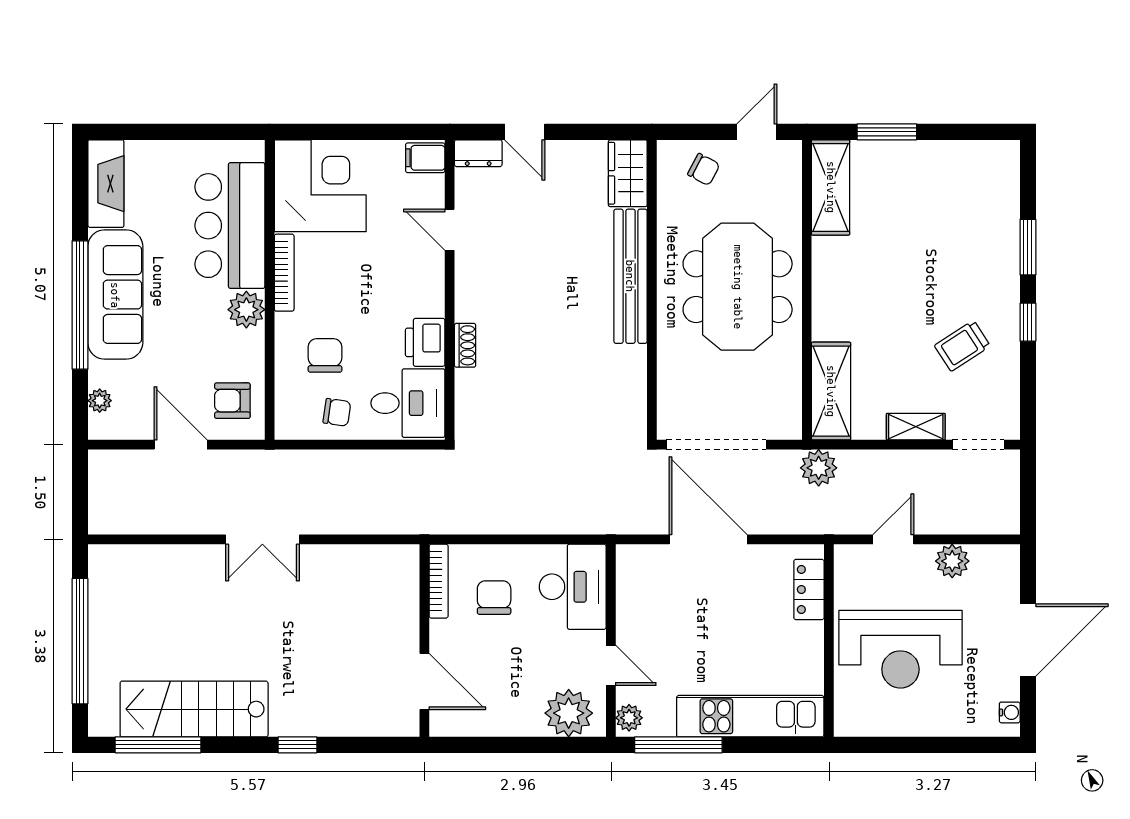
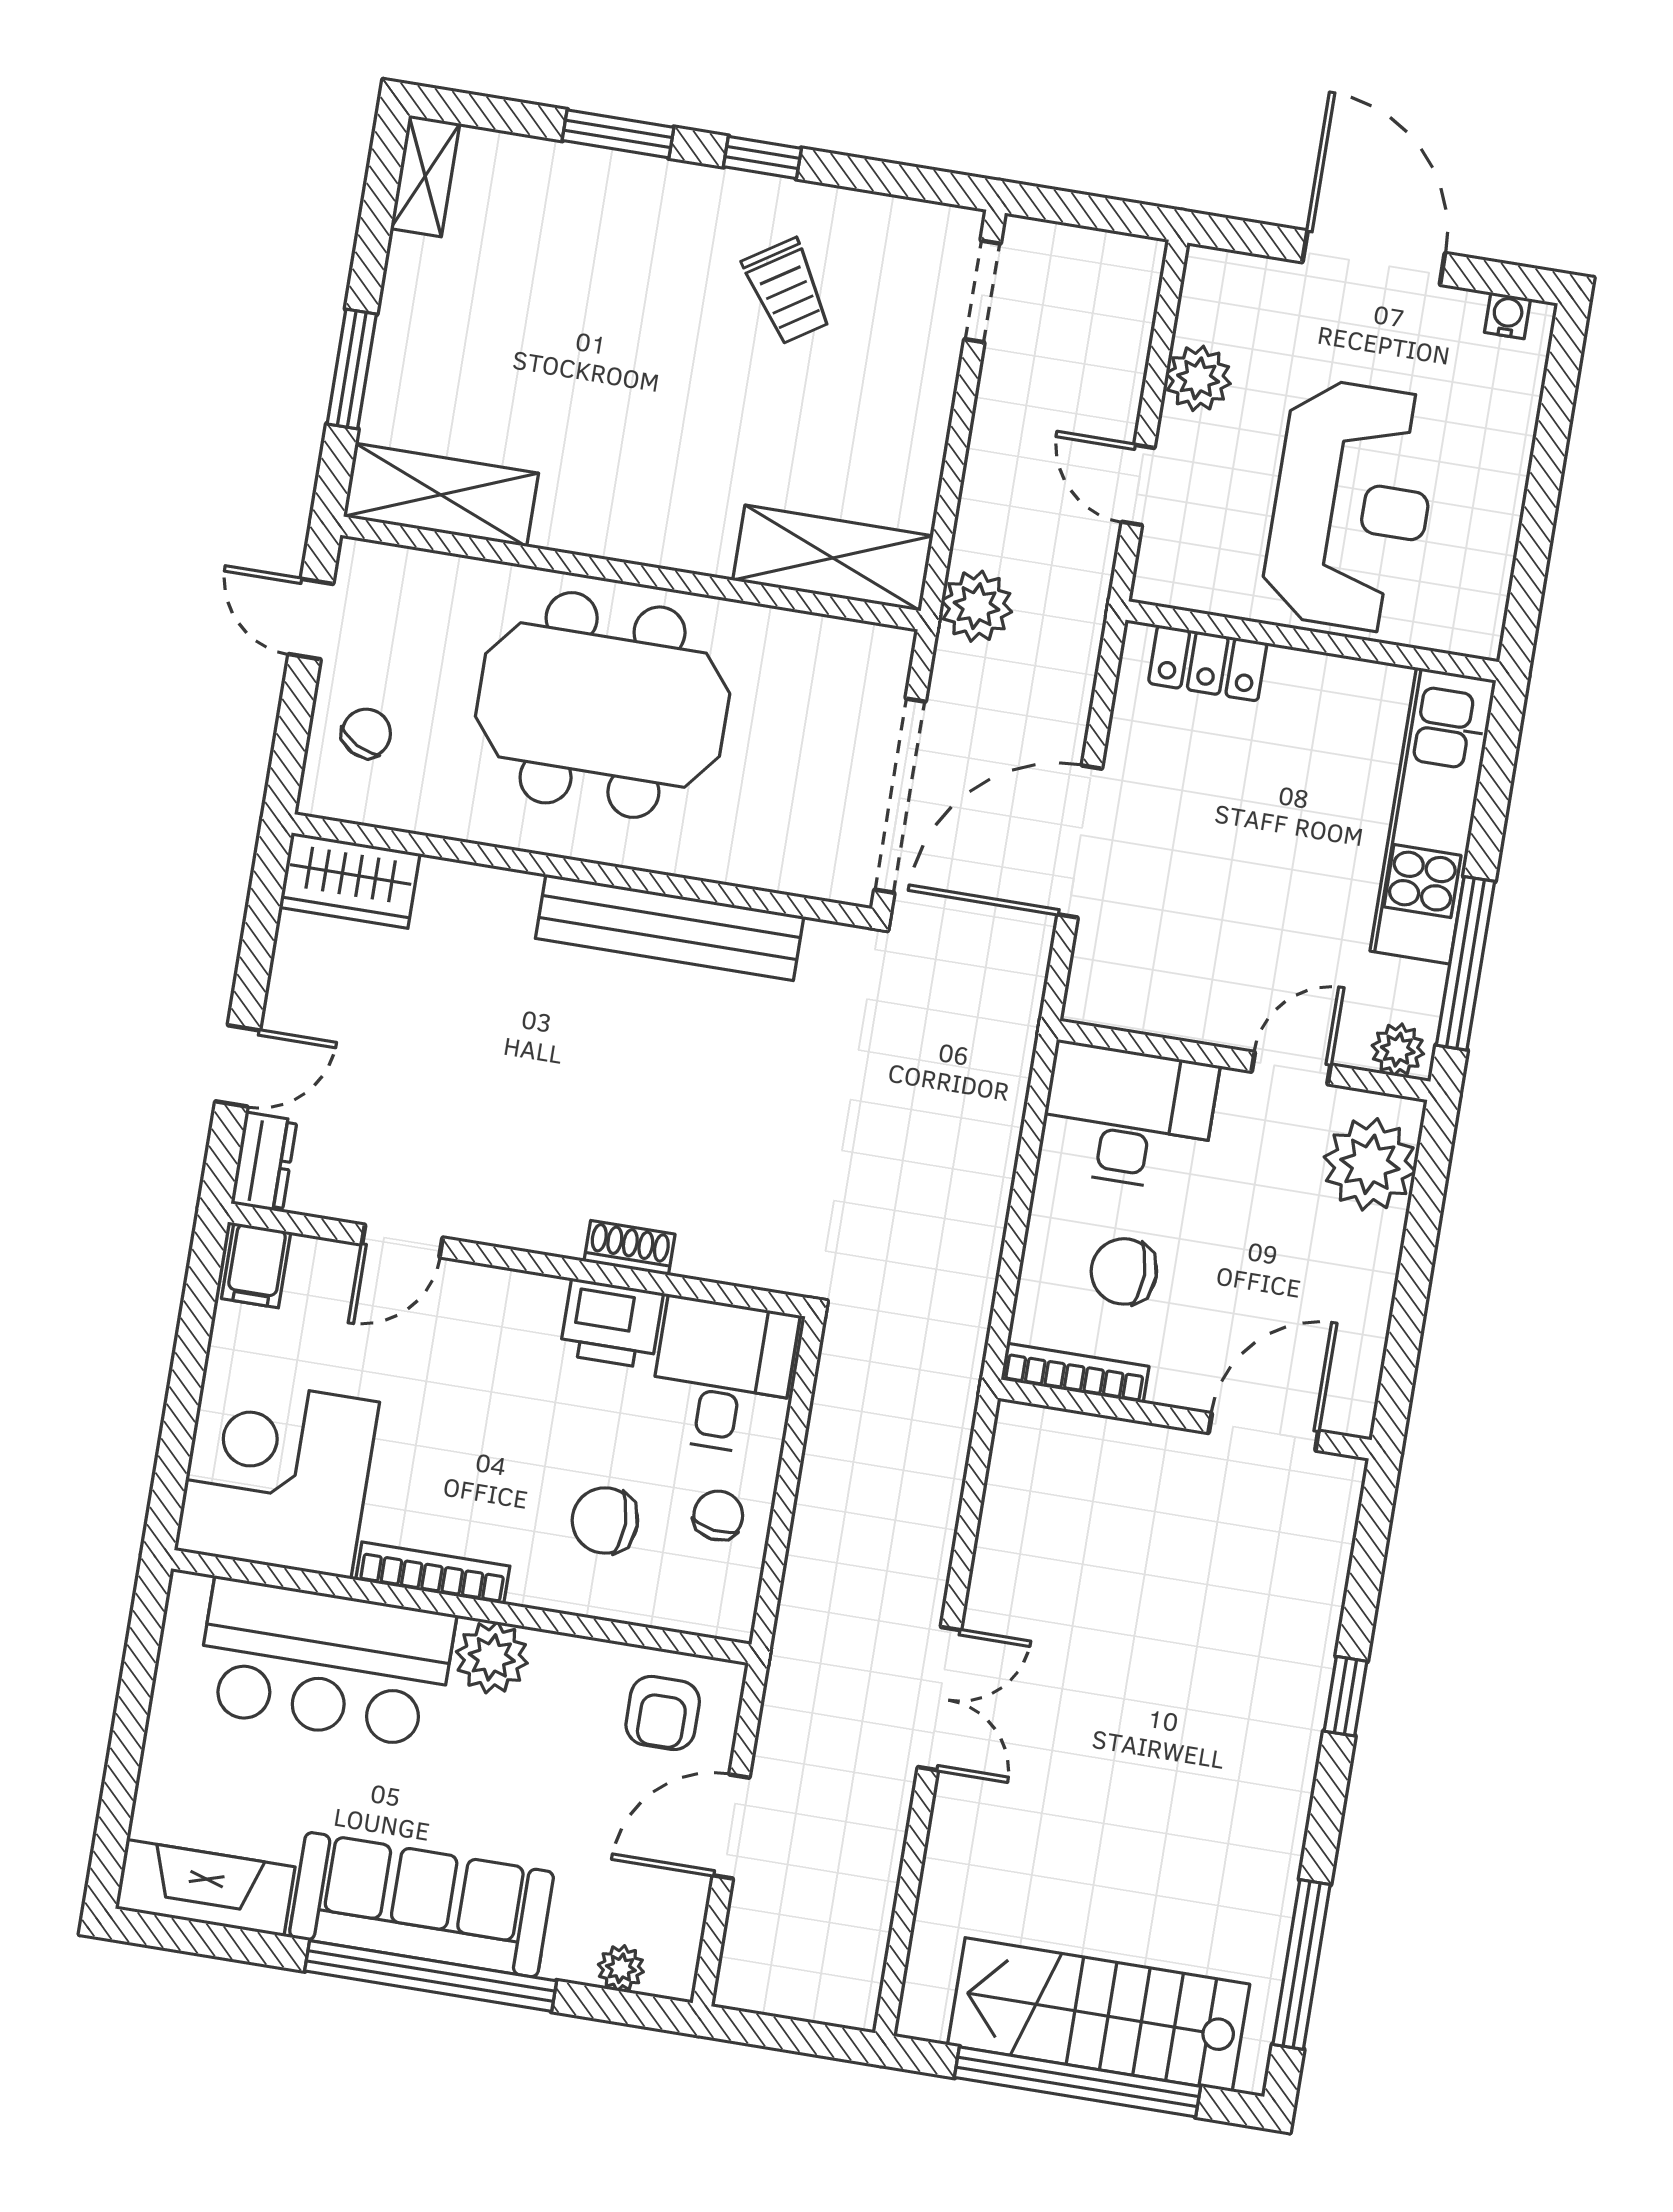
bench: (630, 276) -> (670, 927), moved
shelving: (916, 427) -> (425, 176), moved
stairs: (194, 709) -> (1099, 2015), moved, turned 90

